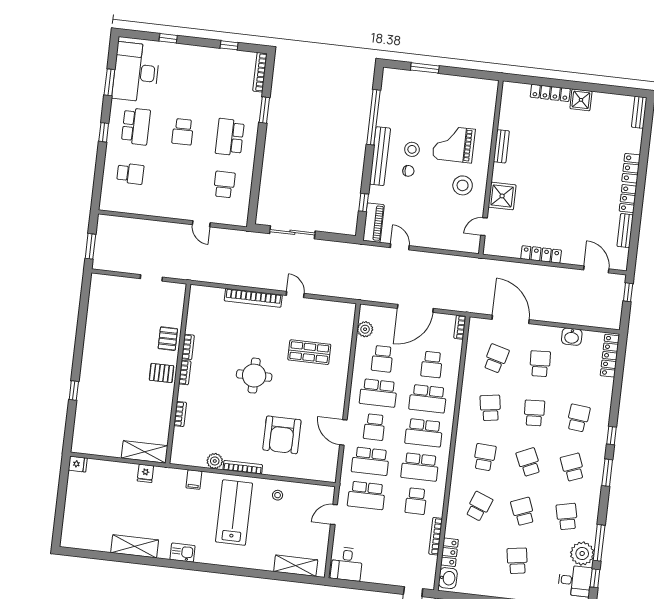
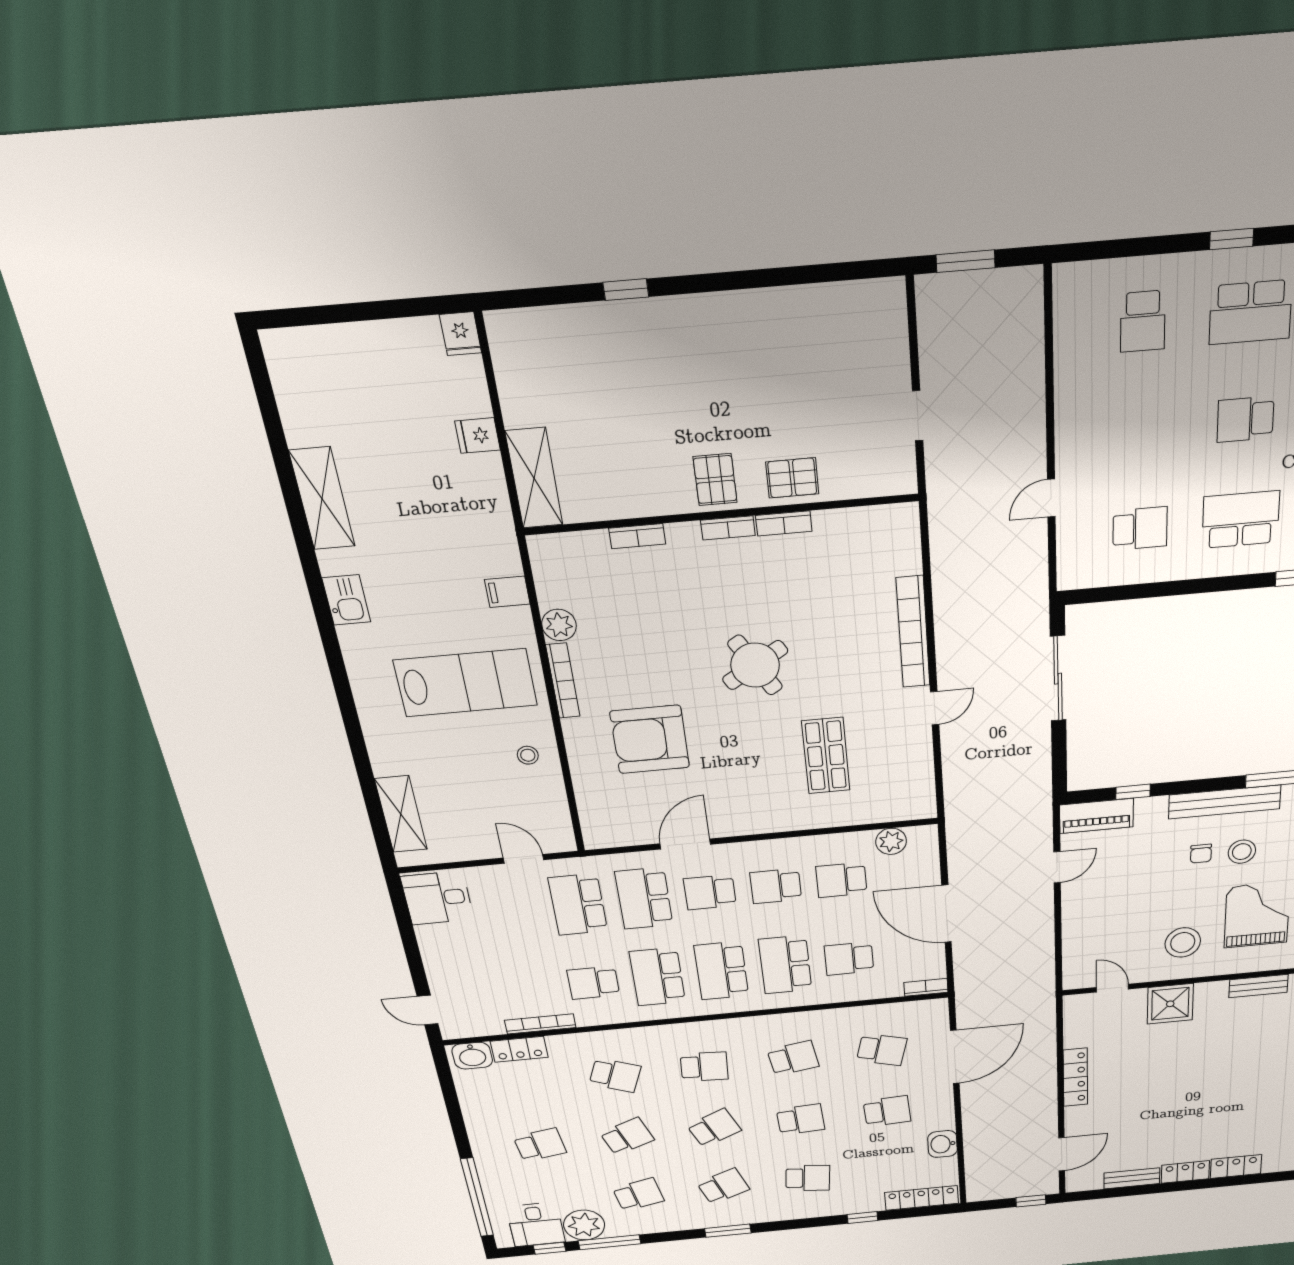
round table: (254, 376) -> (755, 665), turned -31
school desk: (378, 393) -> (776, 886), width x0.54
window: (611, 436) -> (862, 1217), moved
fridge: (145, 473) -> (478, 436), moved

